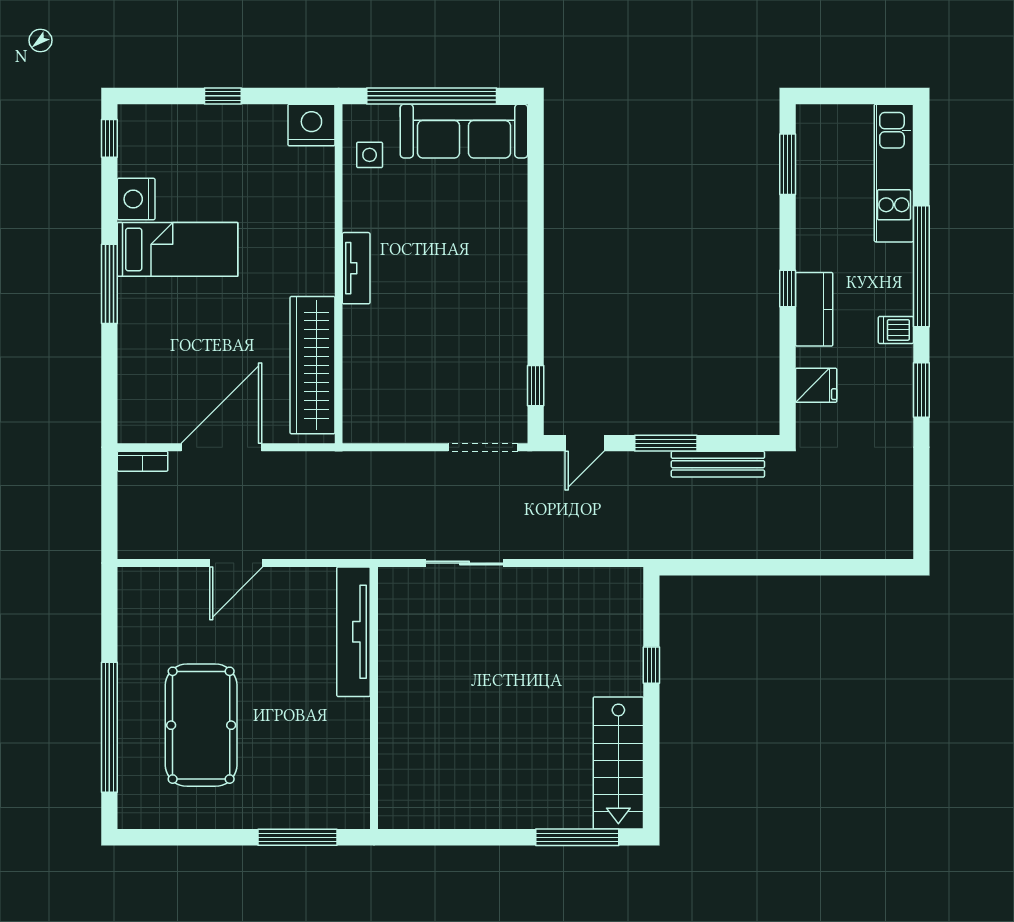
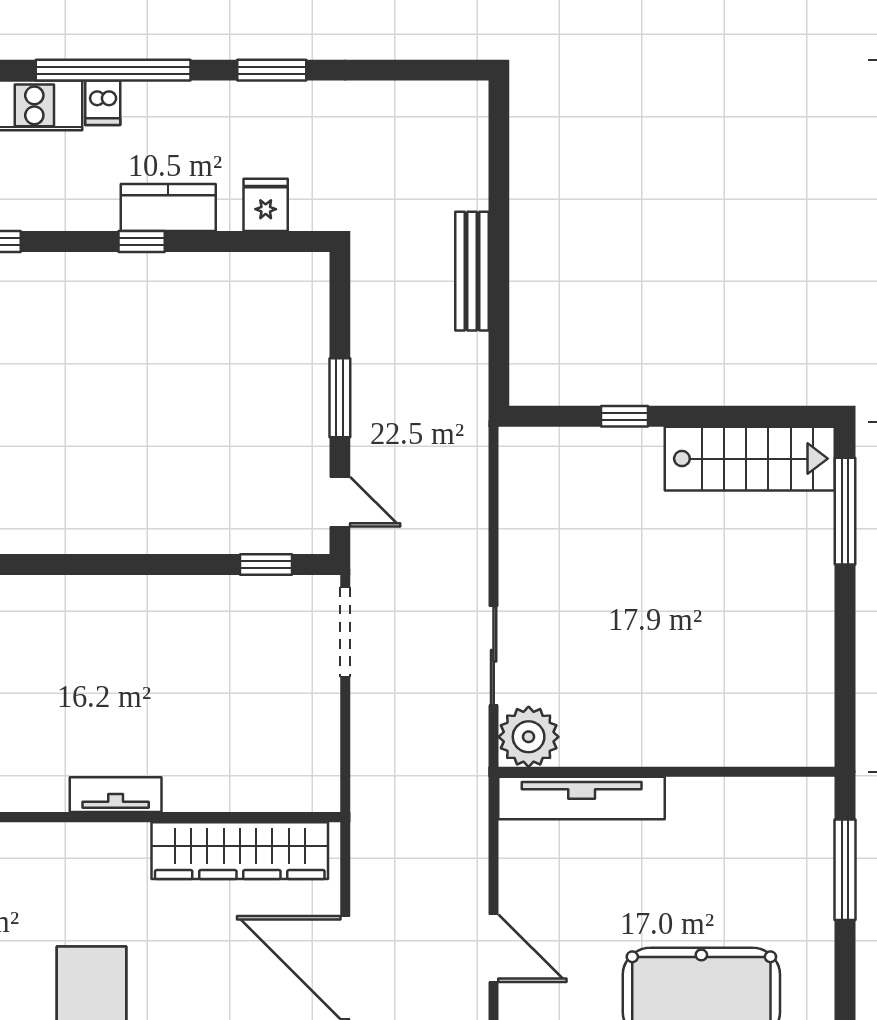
dishwasher: (896, 330) -> (103, 103), moved
bench: (718, 464) -> (472, 271), moved
plant: (401, 590) -> (529, 737), added

